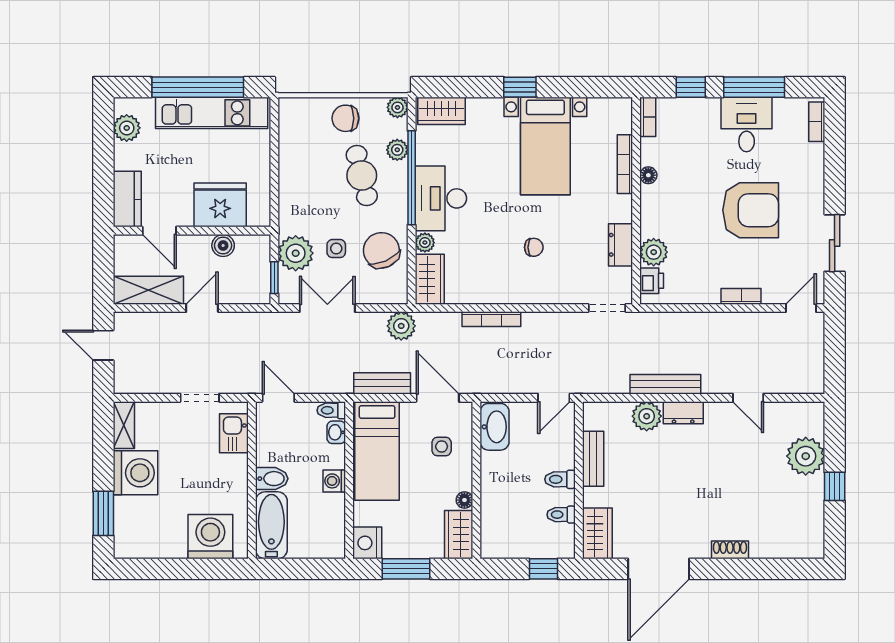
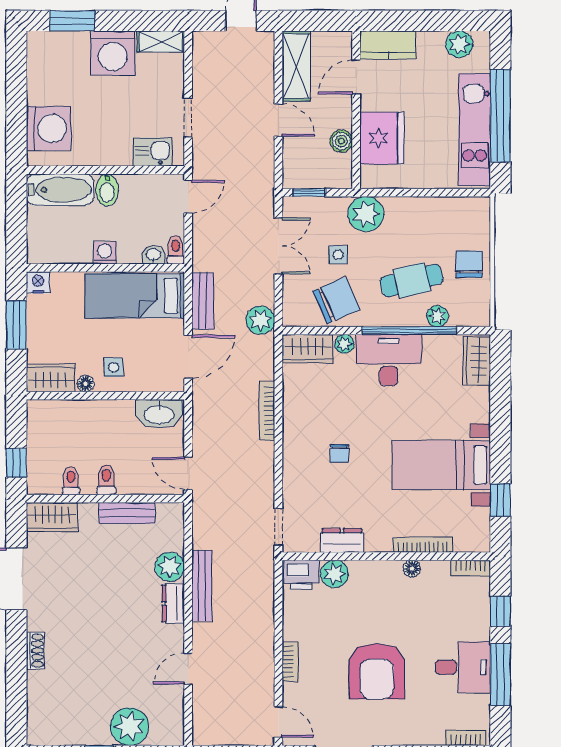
window: (520, 87) -> (500, 500), moved
plant: (397, 107) -> (480, 316), removed
plant: (296, 253) -> (366, 214), moved
printer: (652, 281) -> (301, 575), width x1.36, depth x1.24
side table: (442, 446) -> (114, 367), moved
nightstand: (367, 543) -> (38, 282), width x0.74, depth x0.75

